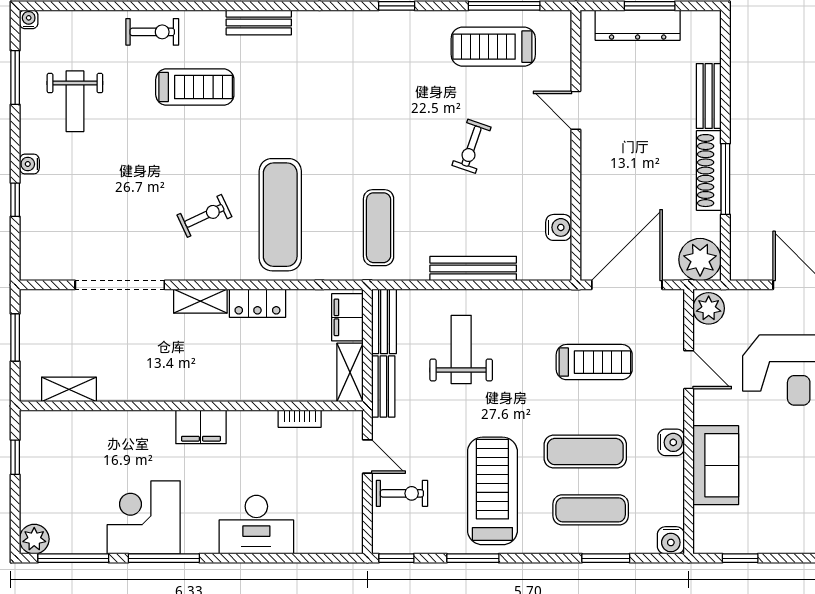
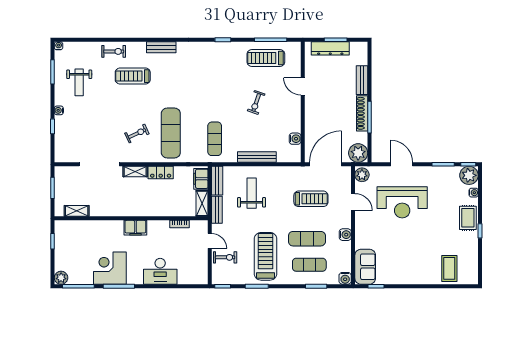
treadmill: (195, 87) -> (133, 76), turned 180
sofa: (716, 465) -> (365, 267), moved

